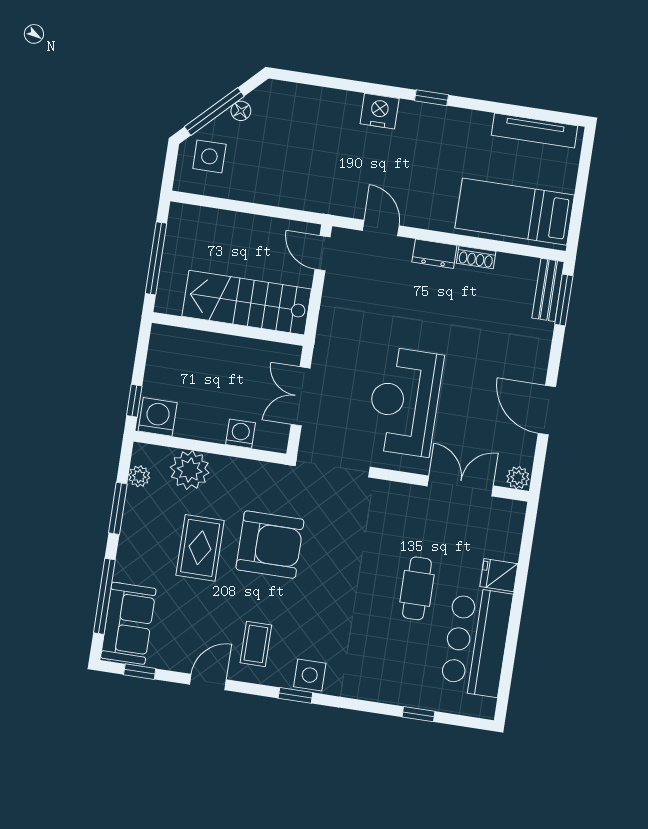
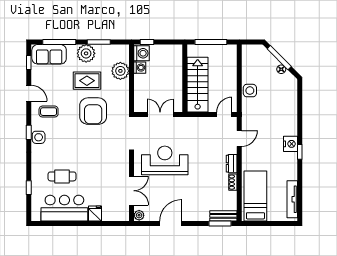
nightstand: (380, 111) -> (290, 144), moved
side table: (209, 156) -> (250, 91), moved
washing machine: (240, 434) -> (140, 68), moved
plant: (139, 476) -> (86, 53), moved, width x1.88, depth x1.88
cafe table: (417, 588) -> (62, 176), moved

